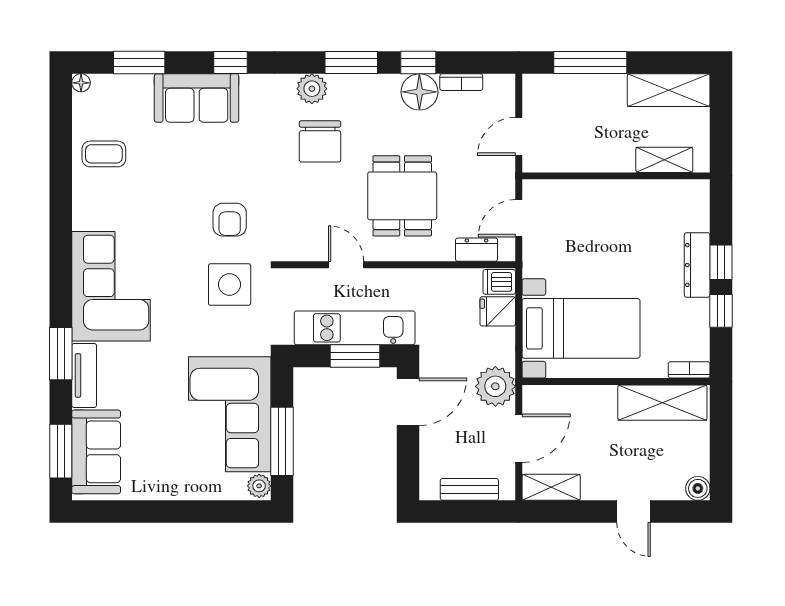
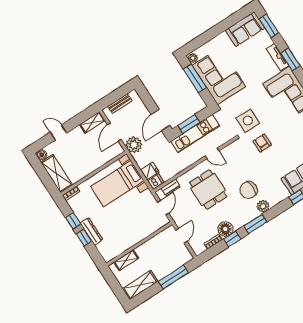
chair: (320, 141) -> (249, 190), turned -92
shelving: (662, 403) -> (57, 174), moved, turned 90
sofa: (96, 452) -> (245, 29), moved, turned -90

